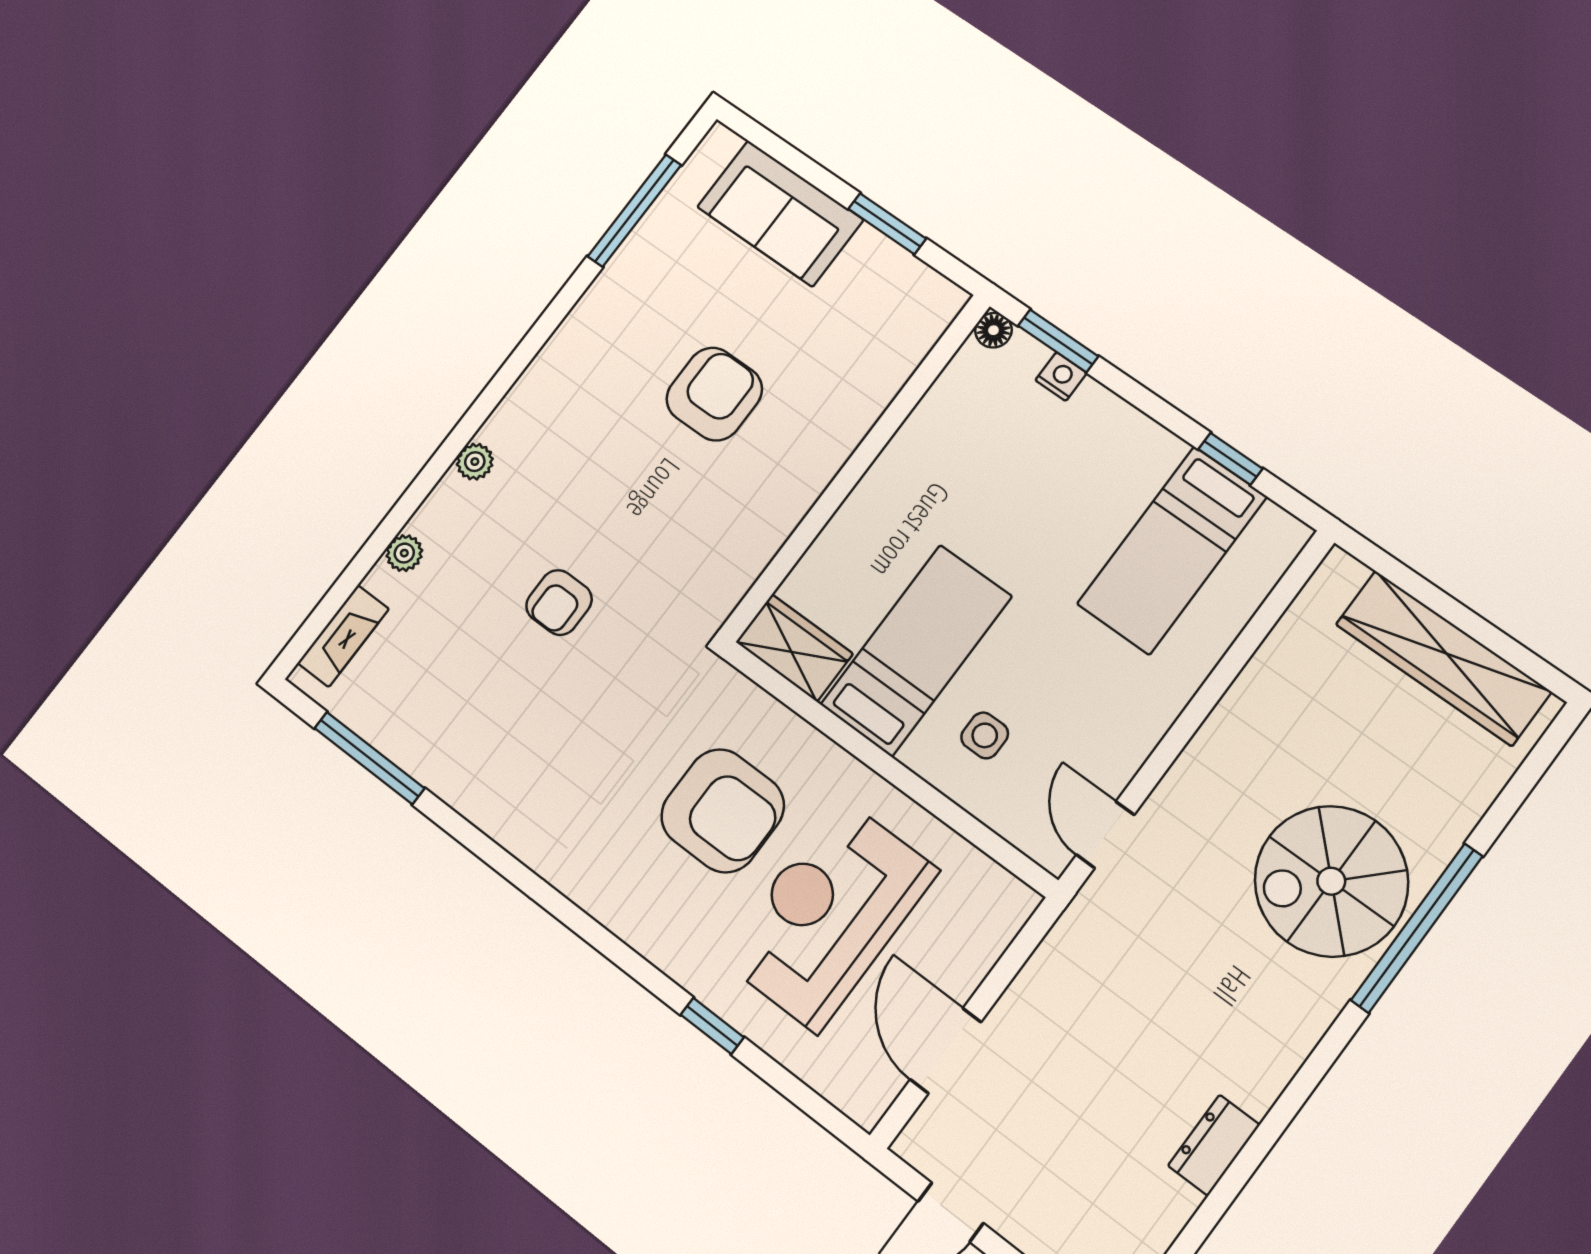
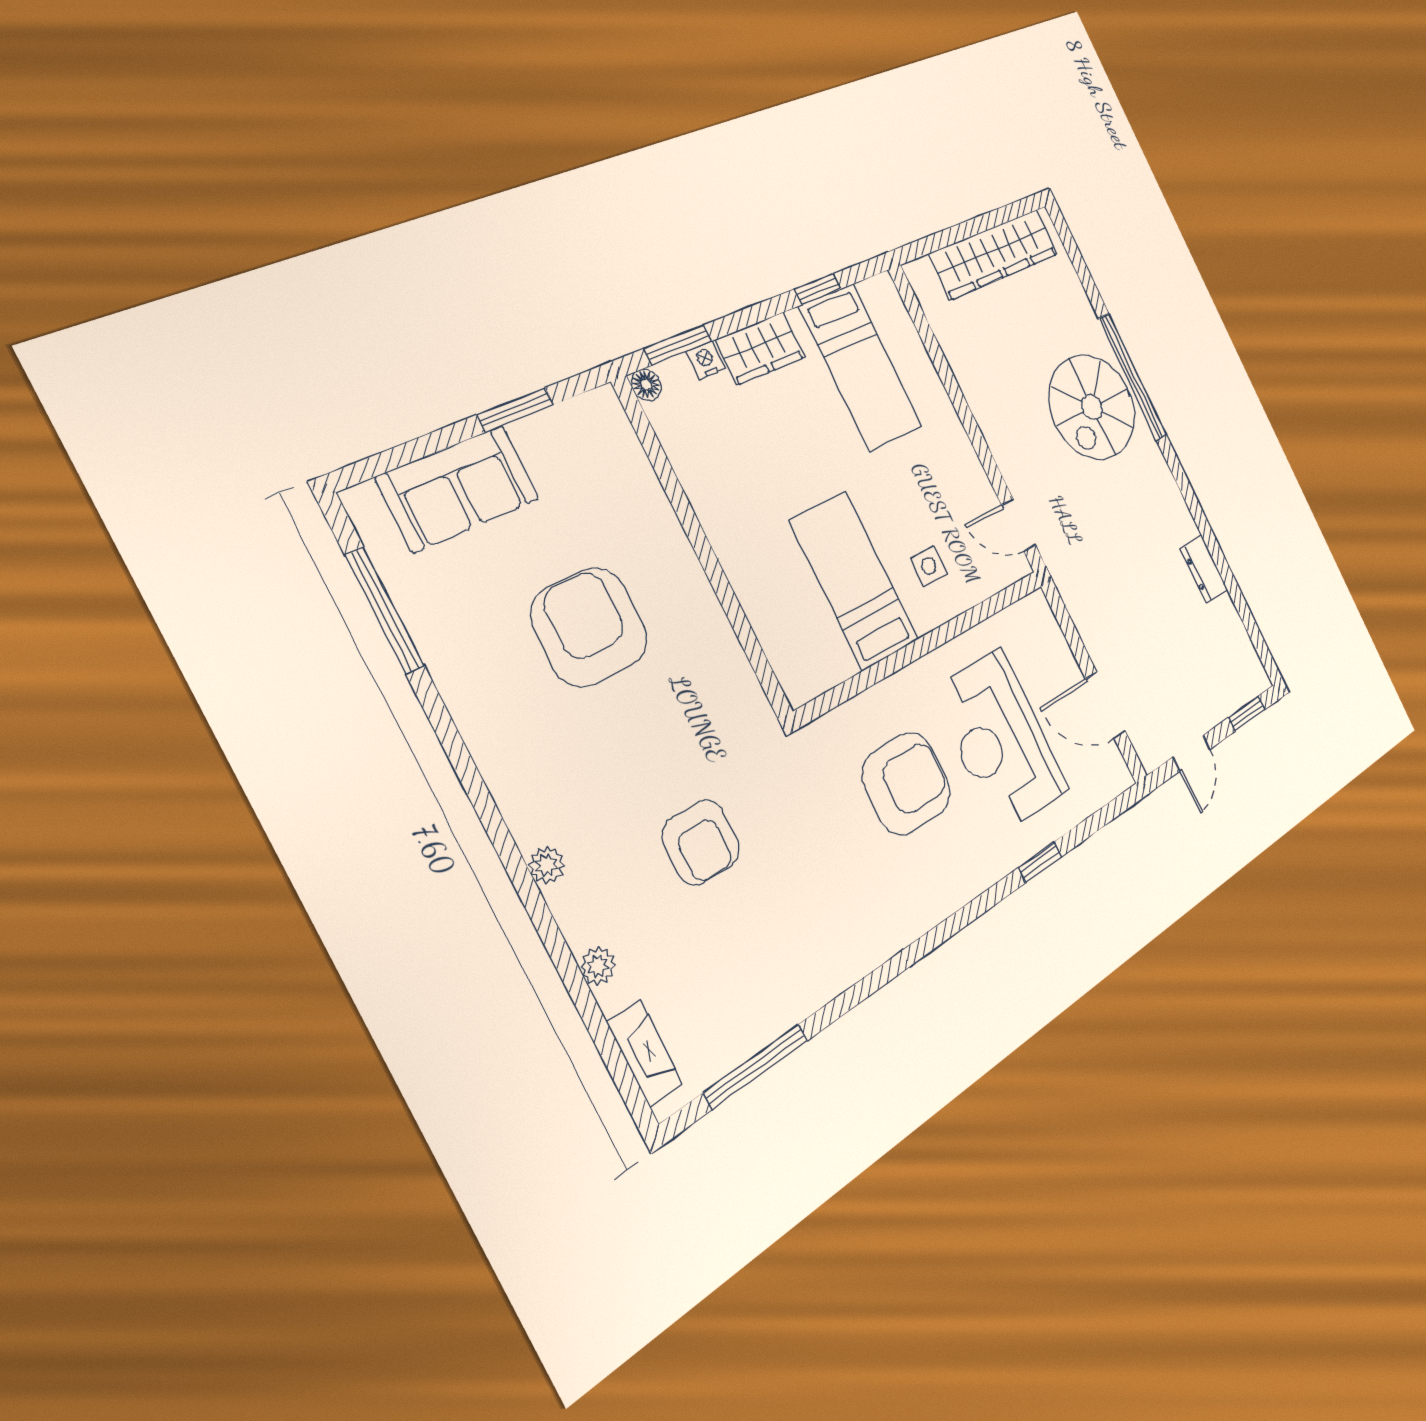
armchair: (714, 394) -> (589, 627), width x1.36, depth x1.36
armchair: (559, 602) -> (701, 842), width x1.38, depth x1.38
wardrobe: (794, 648) -> (761, 348), moved, turned 180

